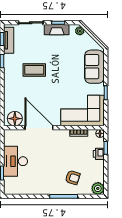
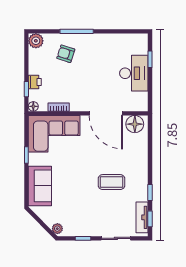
fireplace: (57, 30) -> (85, 230), removed

